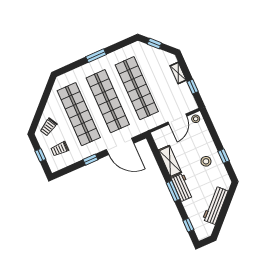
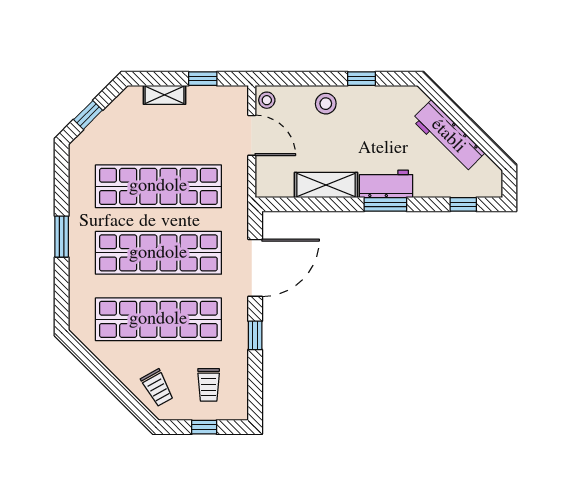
stool: (206, 161) -> (326, 104), moved

